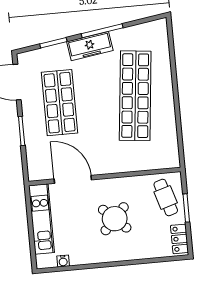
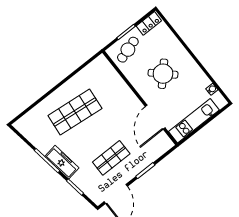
shop shelf: (135, 96) -> (75, 112), width x0.71
shop shelf: (60, 103) -> (111, 158), width x0.70, depth x0.74

